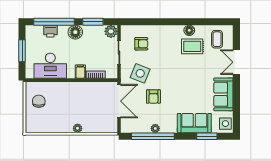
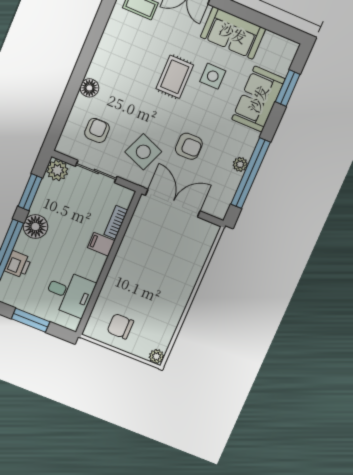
floor lamp: (189, 30) -> (89, 88), moved
rug: (192, 46) -> (175, 77), moved
desk: (50, 66) -> (70, 293), width x0.73
side table: (225, 124) -> (213, 76), moved
plant: (78, 128) -> (156, 356), moved

